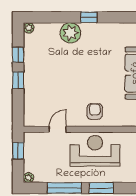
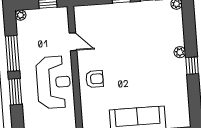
plant: (70, 33) -> (180, 52), width x0.53, depth x0.53

